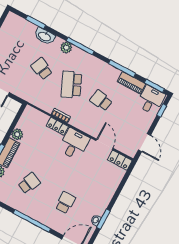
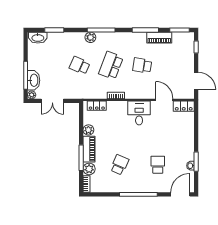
washbasin: (45, 36) -> (38, 38), moved
school desk: (71, 85) -> (111, 65), turned 45
desk: (151, 100) -> (183, 43), removed
locker: (57, 126) -> (97, 106), moved

